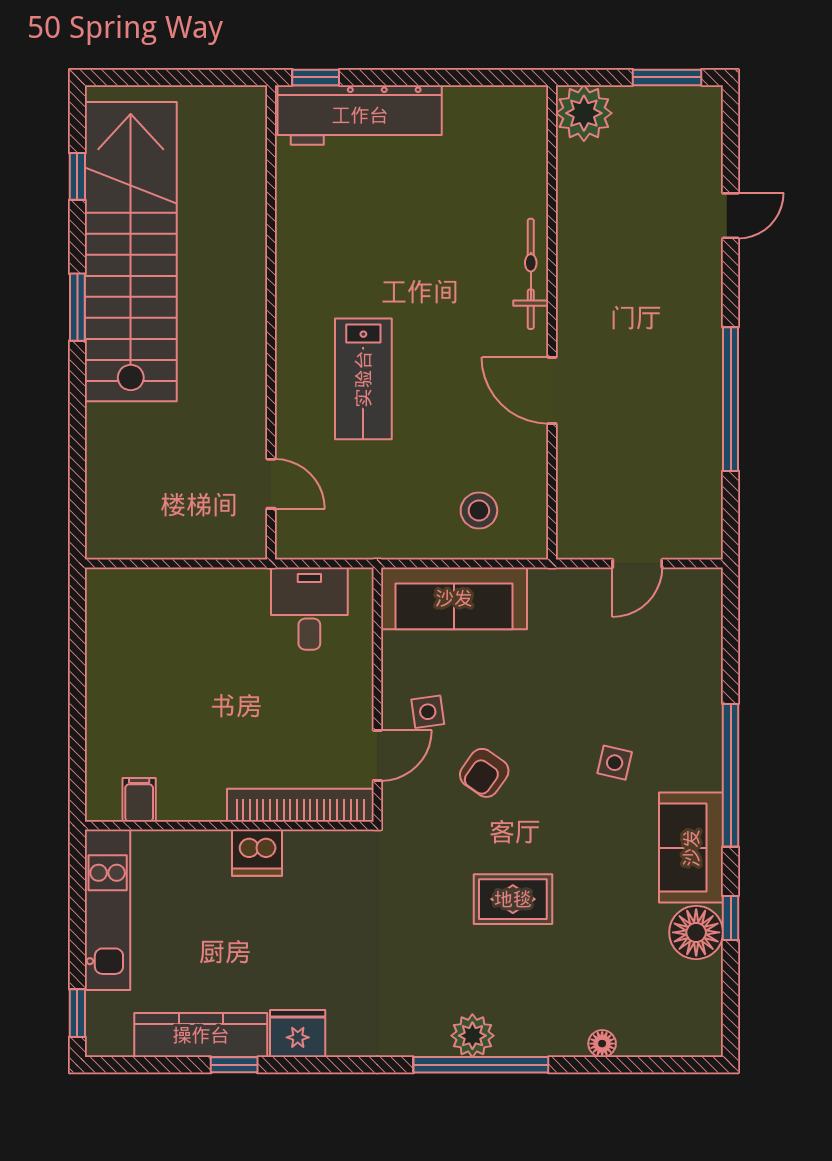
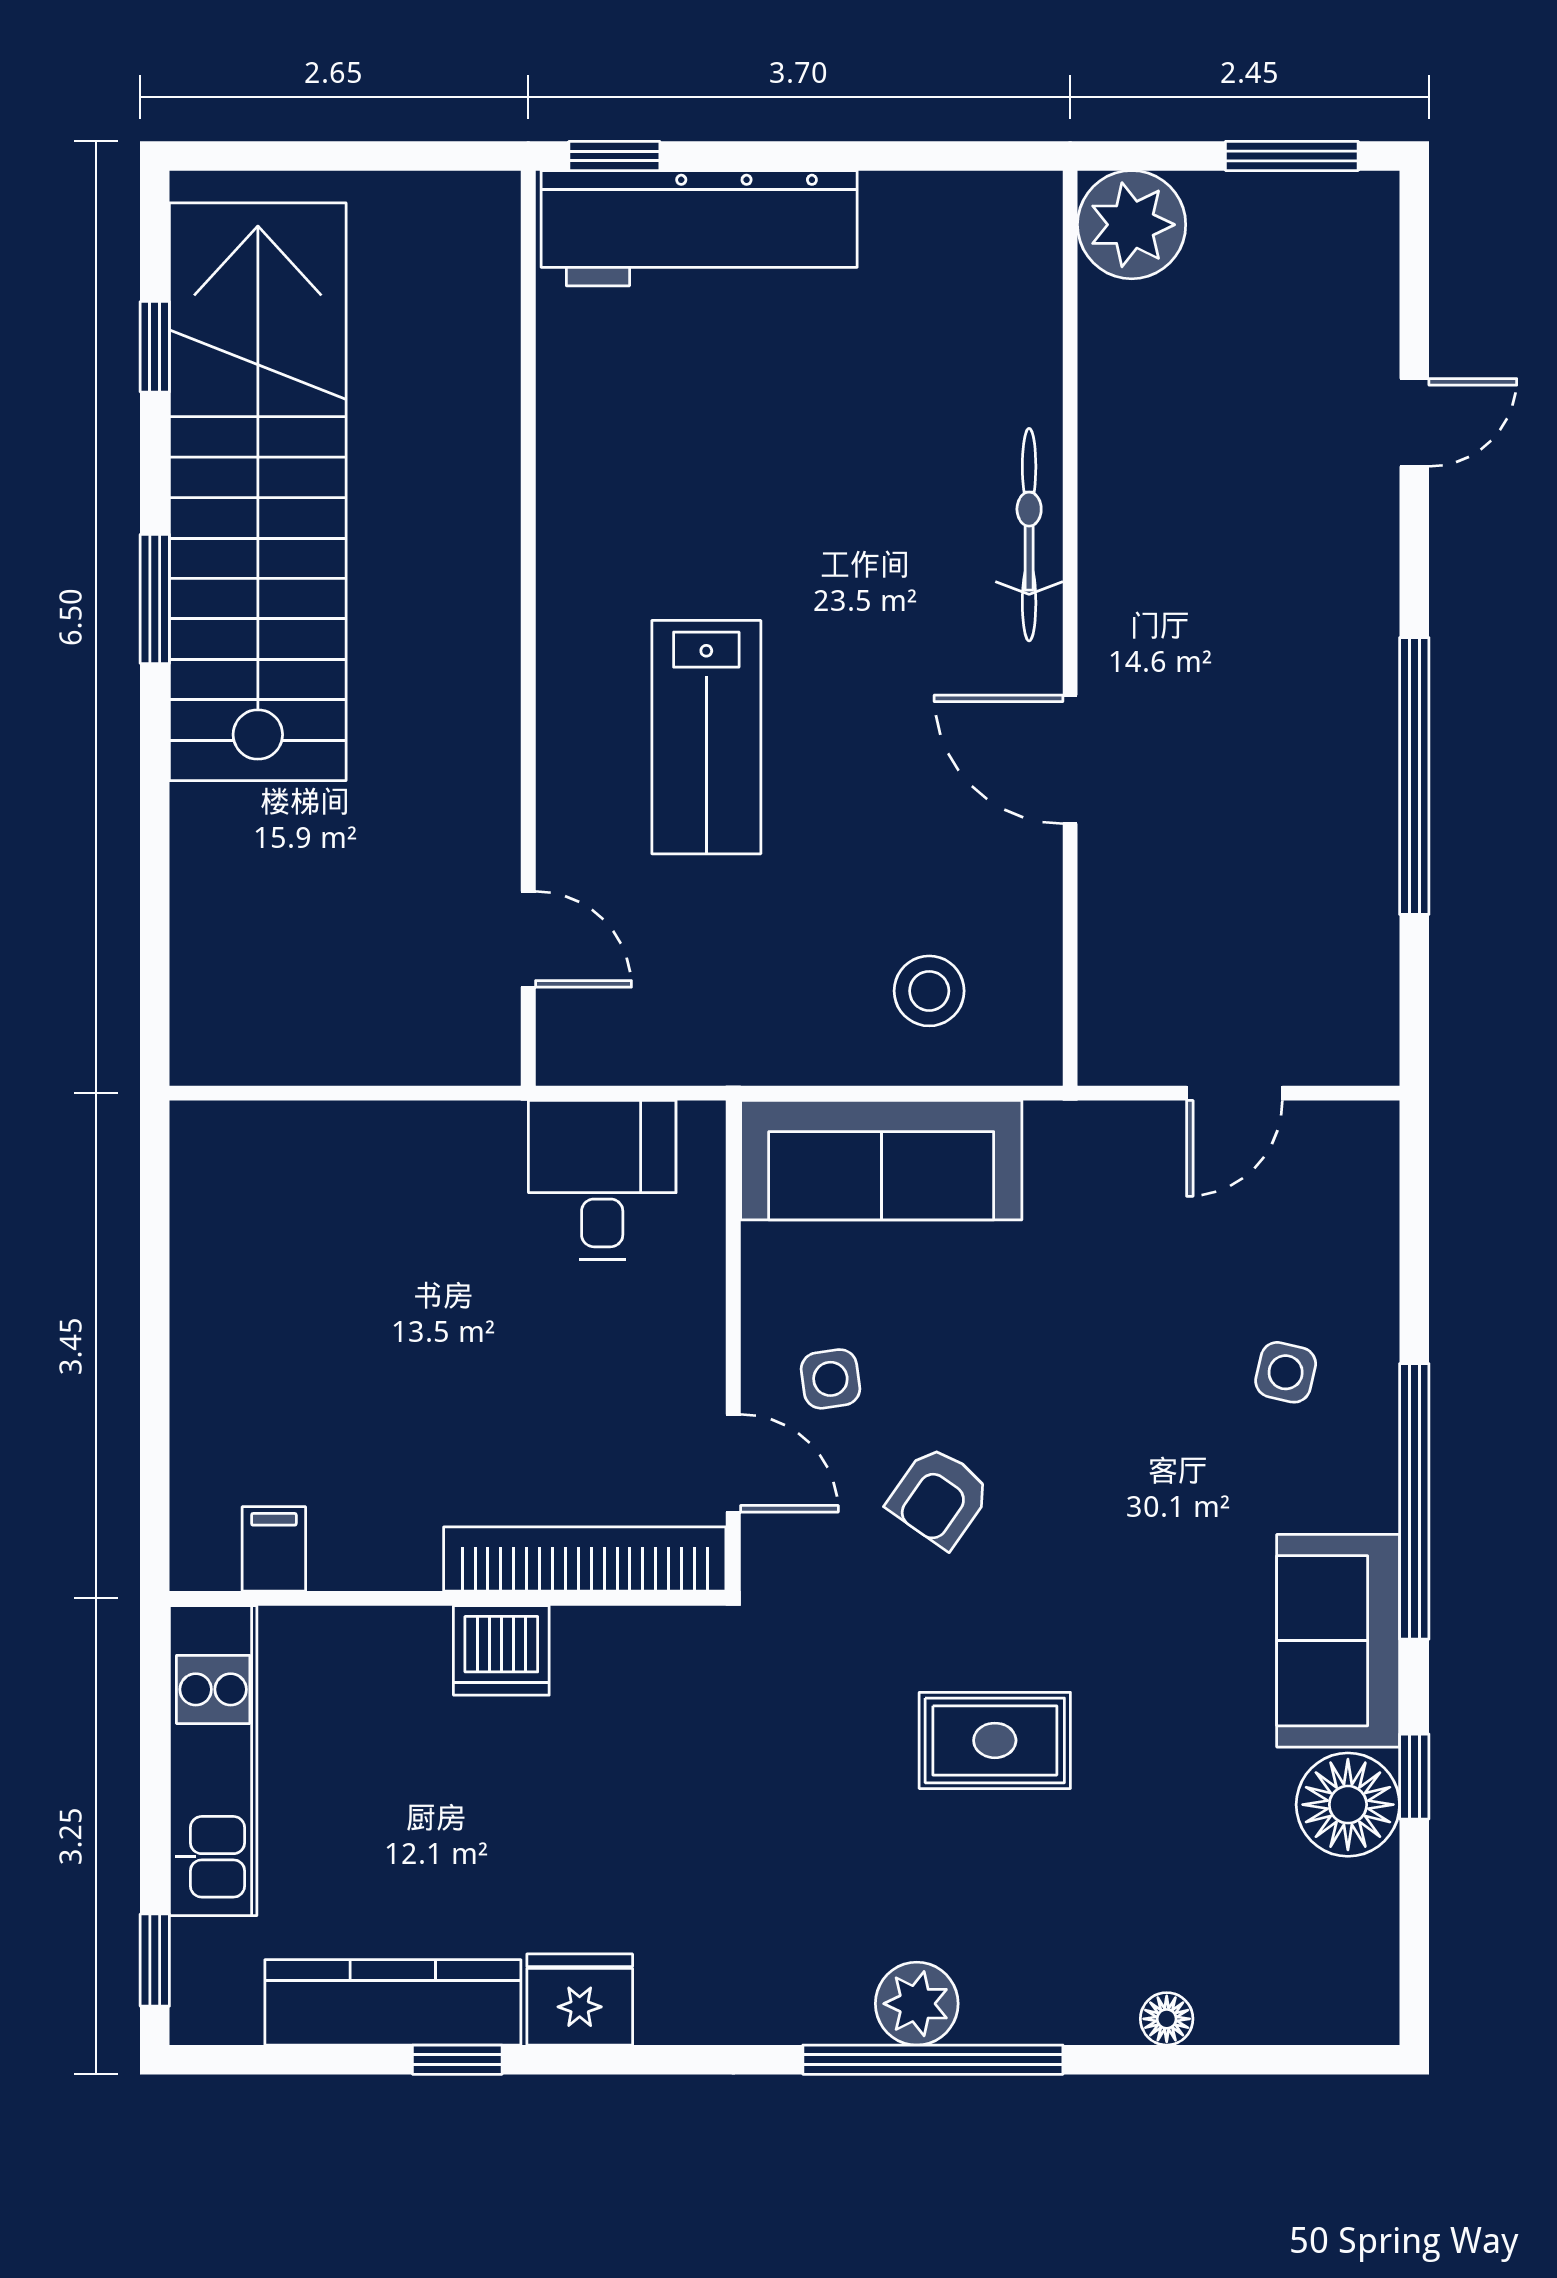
door: (377, 755) -> (733, 1463), hinge flipped
side table: (615, 763) -> (1286, 1372), moved

